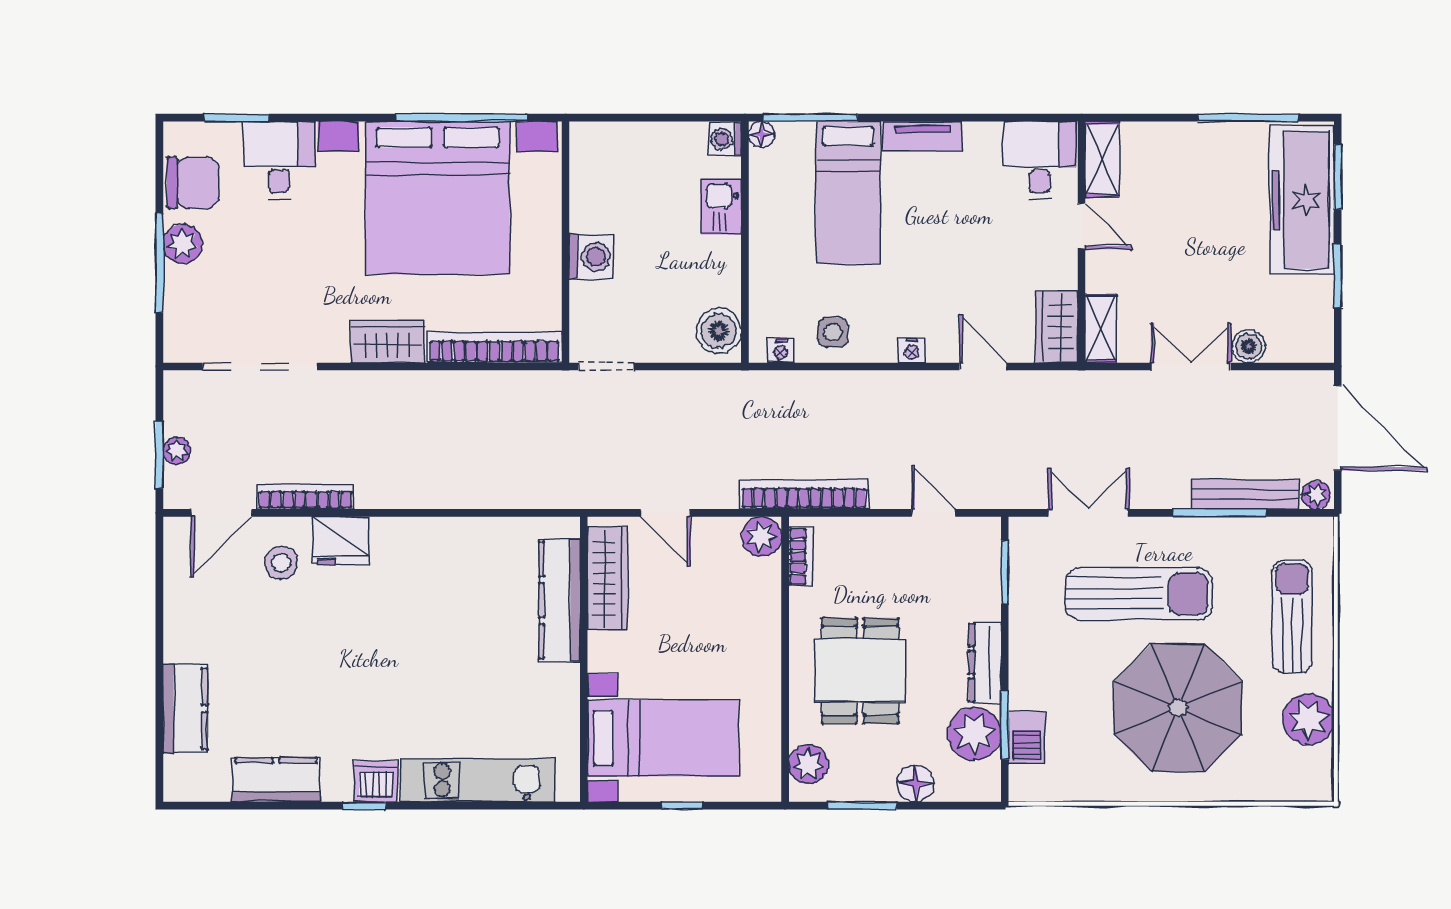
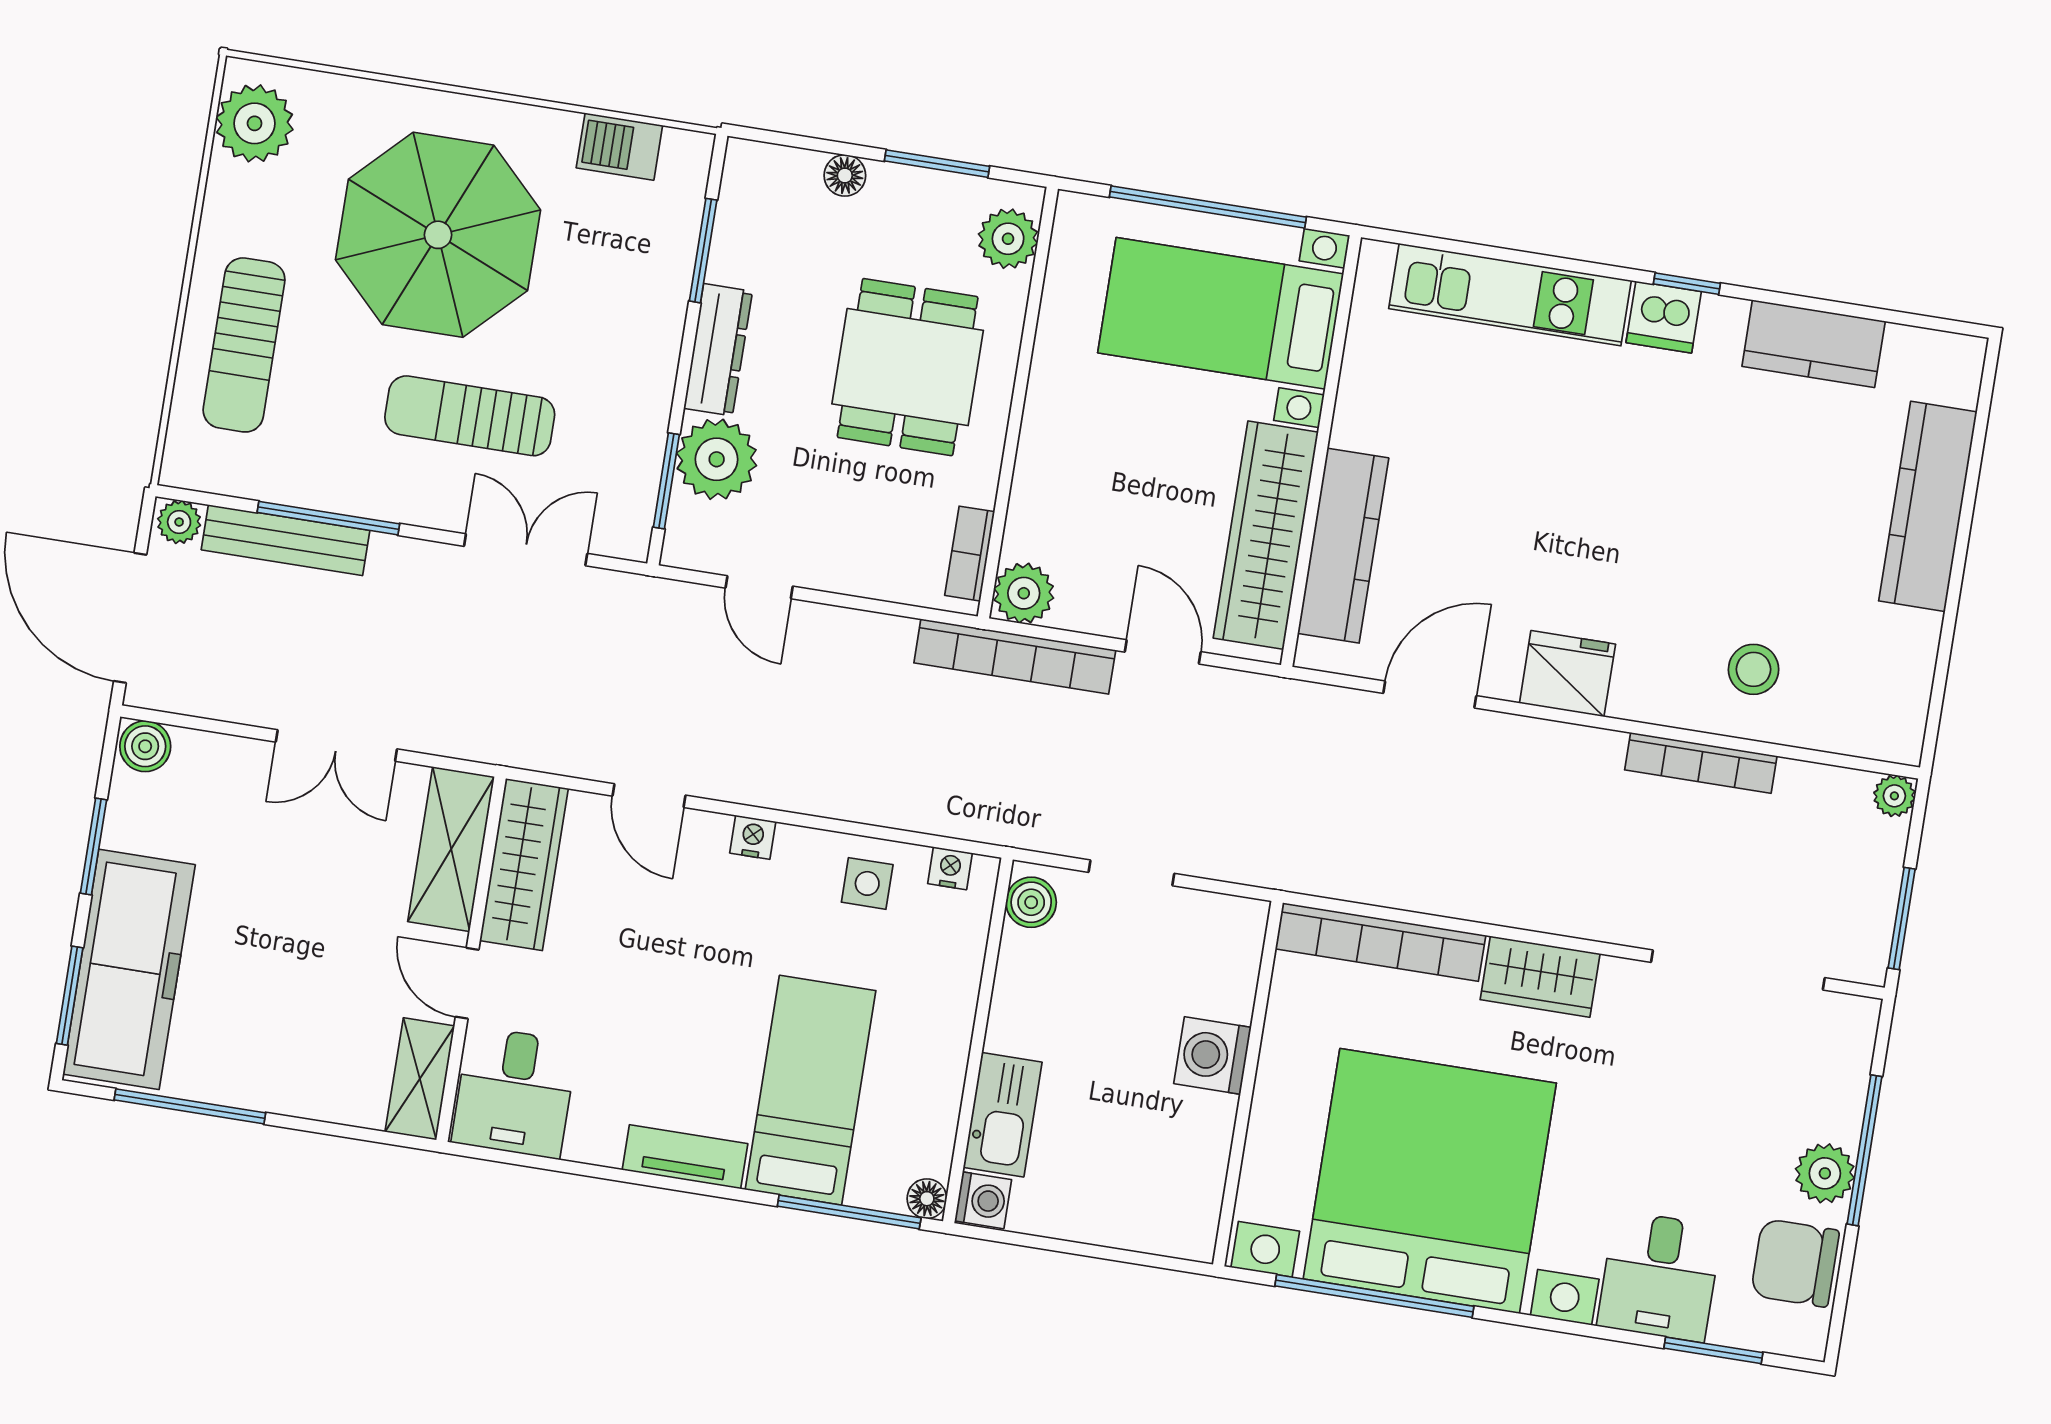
kitchen sink: (721, 207) -> (1003, 1115), width x1.38
wardrobe: (1057, 327) -> (524, 865), width x1.50
shelving: (1101, 328) -> (451, 849), width x1.50, depth x1.33
boiler: (719, 331) -> (1031, 902), width x0.73, depth x0.73
boiler: (1249, 346) -> (145, 746), moved
doorway: (606, 366) -> (1131, 873), moved
plant: (177, 451) -> (1894, 796), moved
window: (159, 455) -> (1902, 919), moved
bookcase: (804, 494) -> (1015, 656), moved
door: (221, 513) -> (1430, 695), moved
double door: (1089, 513) -> (526, 550), swing flipped
fridge: (341, 541) -> (1567, 674), moved
wardrobe: (607, 578) -> (1266, 535), width x1.40, depth x1.17
sun lounger: (1139, 594) -> (470, 416), width x0.73, depth x0.75
kitchen counter: (185, 708) -> (1928, 506), width x1.50
plant: (1308, 719) -> (255, 123), moved
plant: (974, 733) -> (717, 459), moved
barbecue: (1027, 737) -> (619, 147), moved, turned -90
floor lamp: (916, 783) -> (845, 175), width x0.73, depth x0.73
window: (682, 806) -> (1208, 207), width x3.17

